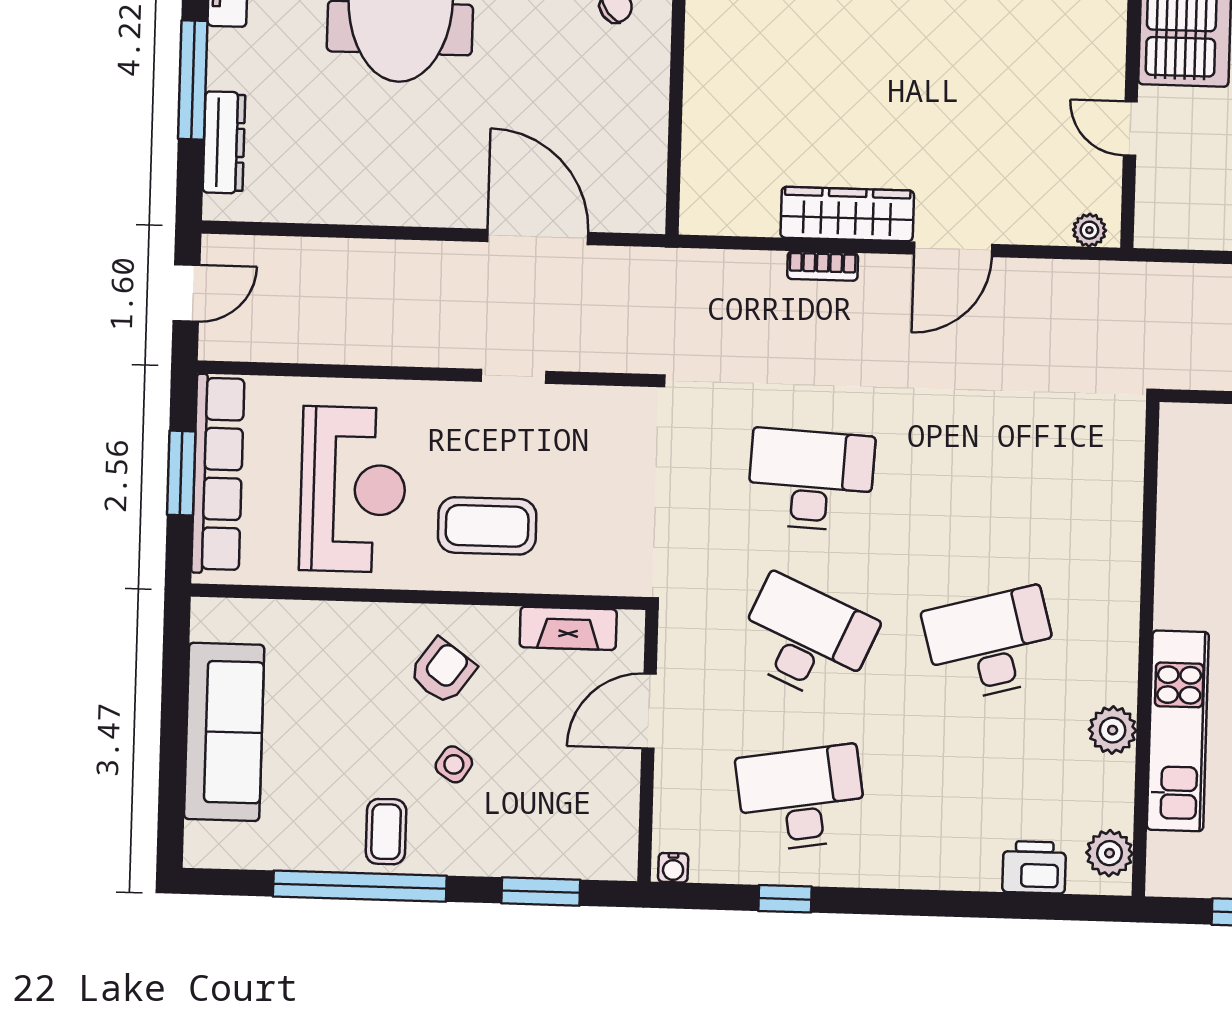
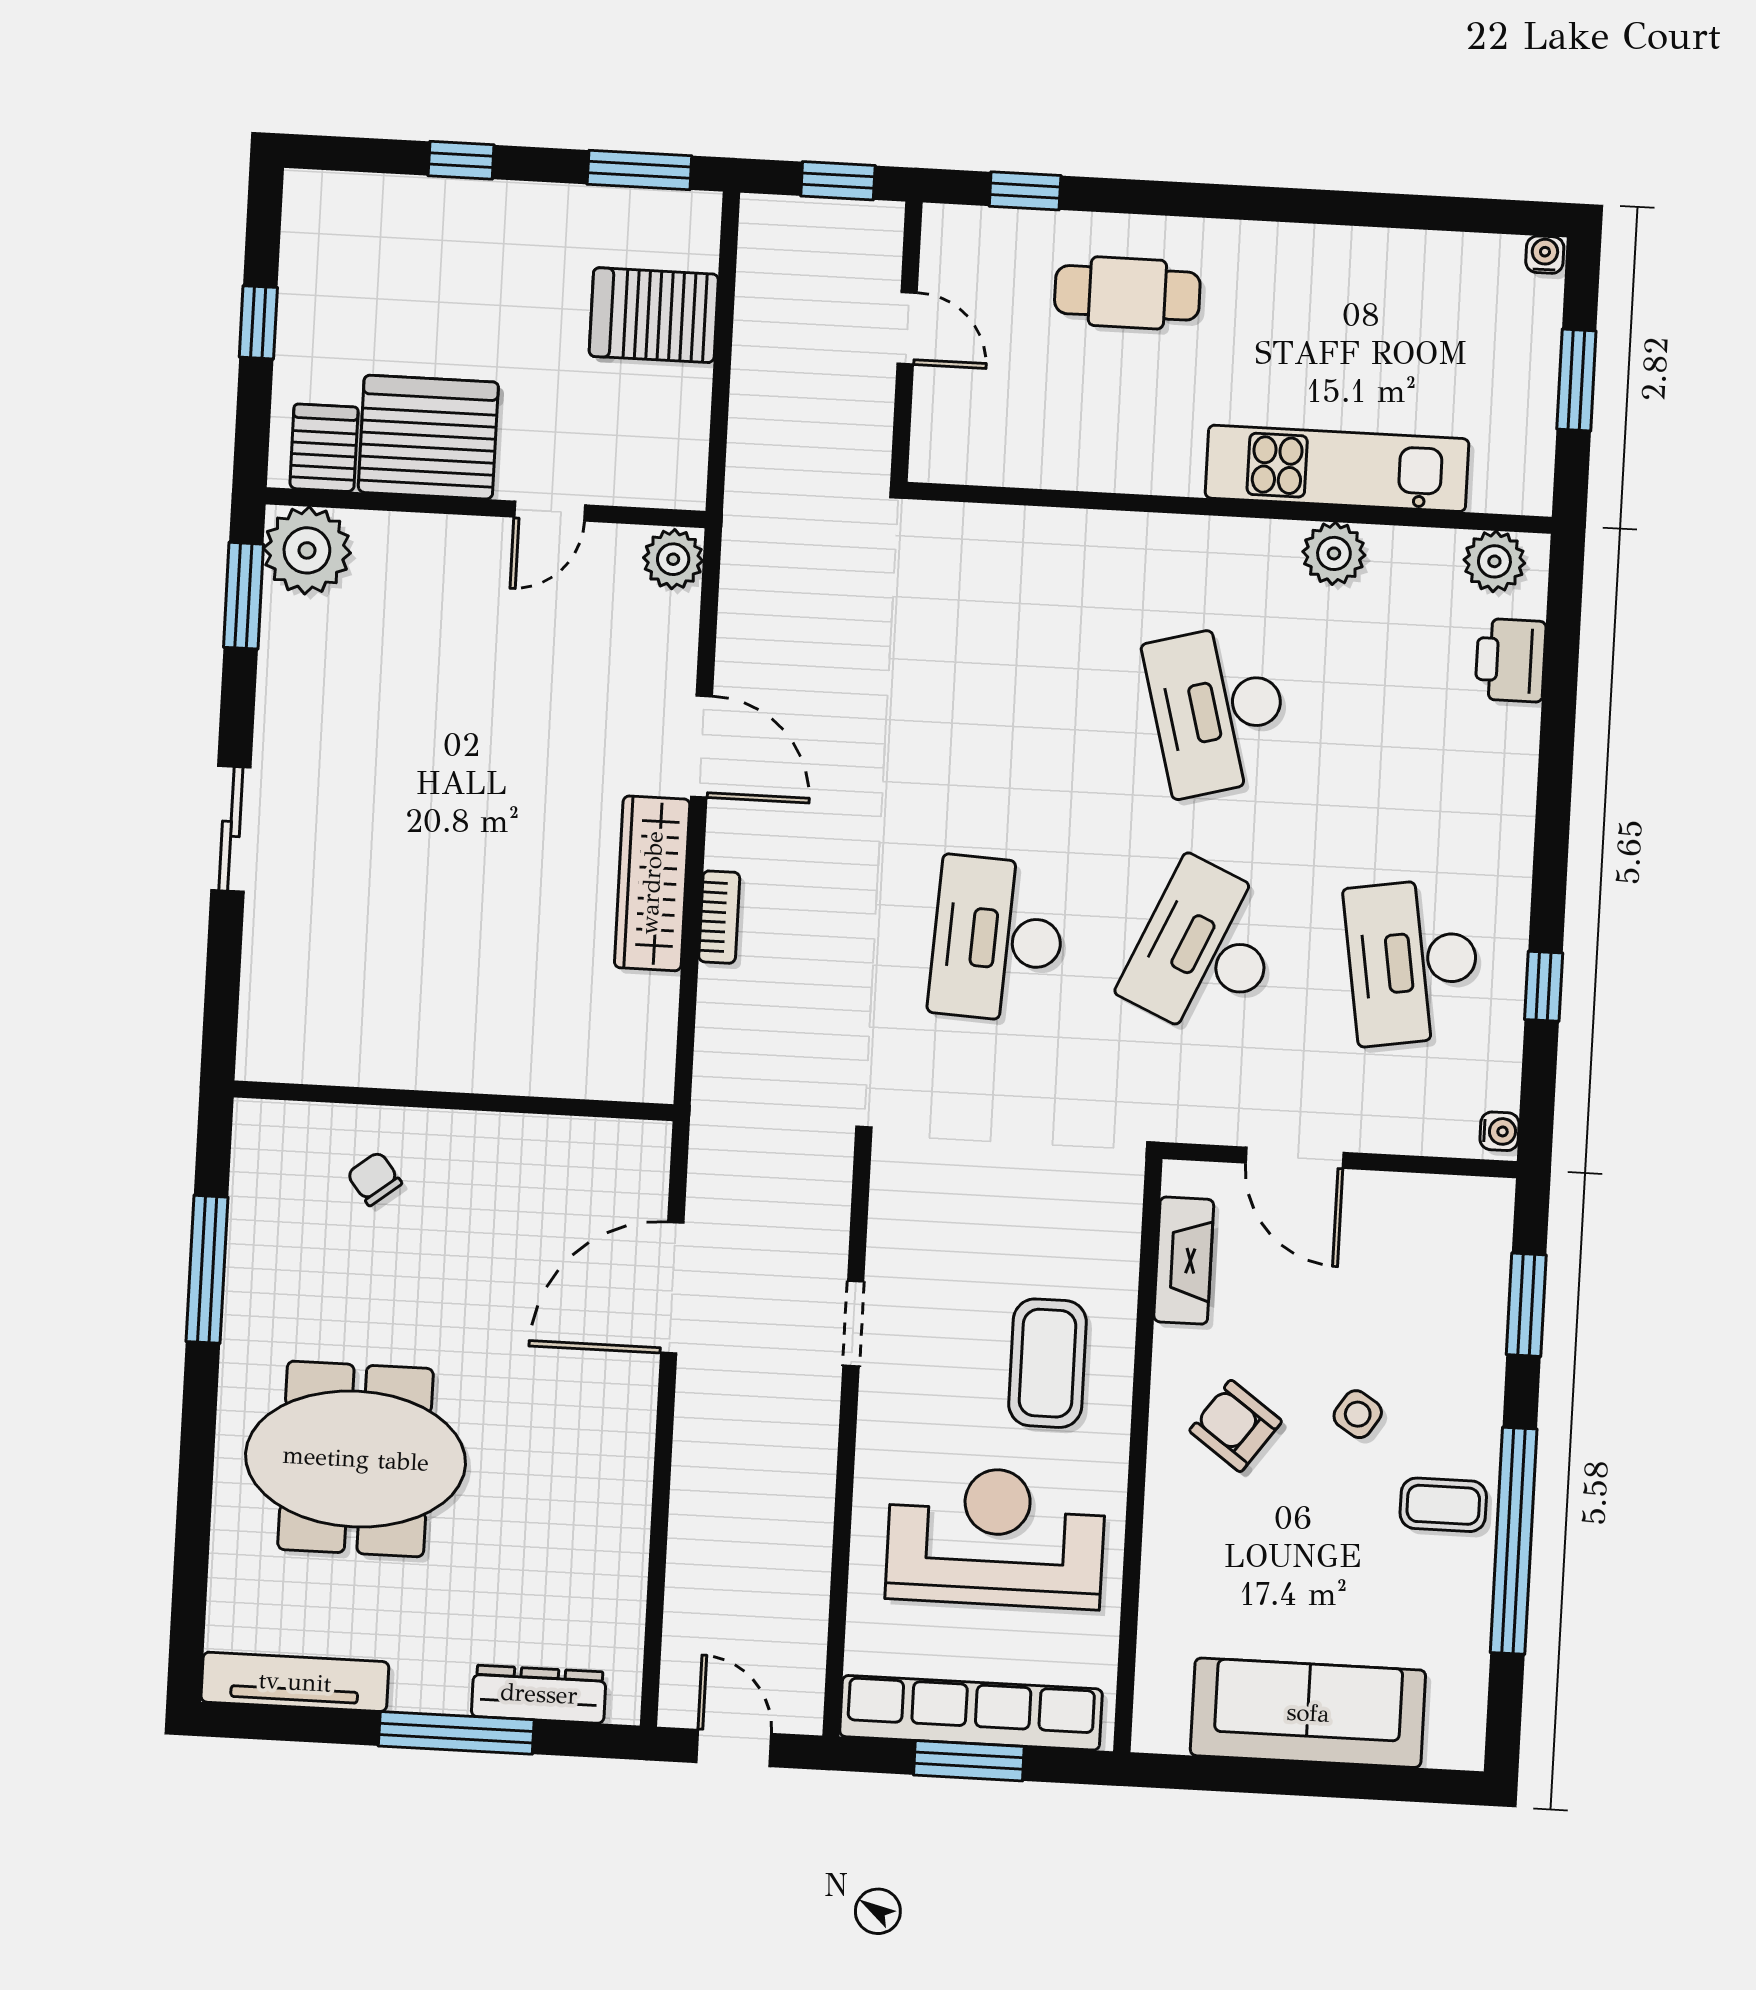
plant: (1089, 230) -> (673, 559), width x1.38, depth x1.38

